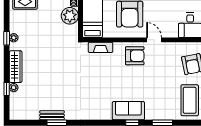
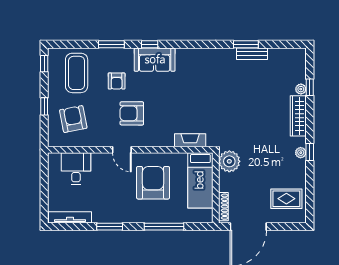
plant: (70, 16) -> (229, 161), moved
armchair: (135, 56) -> (132, 113), moved
armchair: (158, 94) -> (117, 81), added

